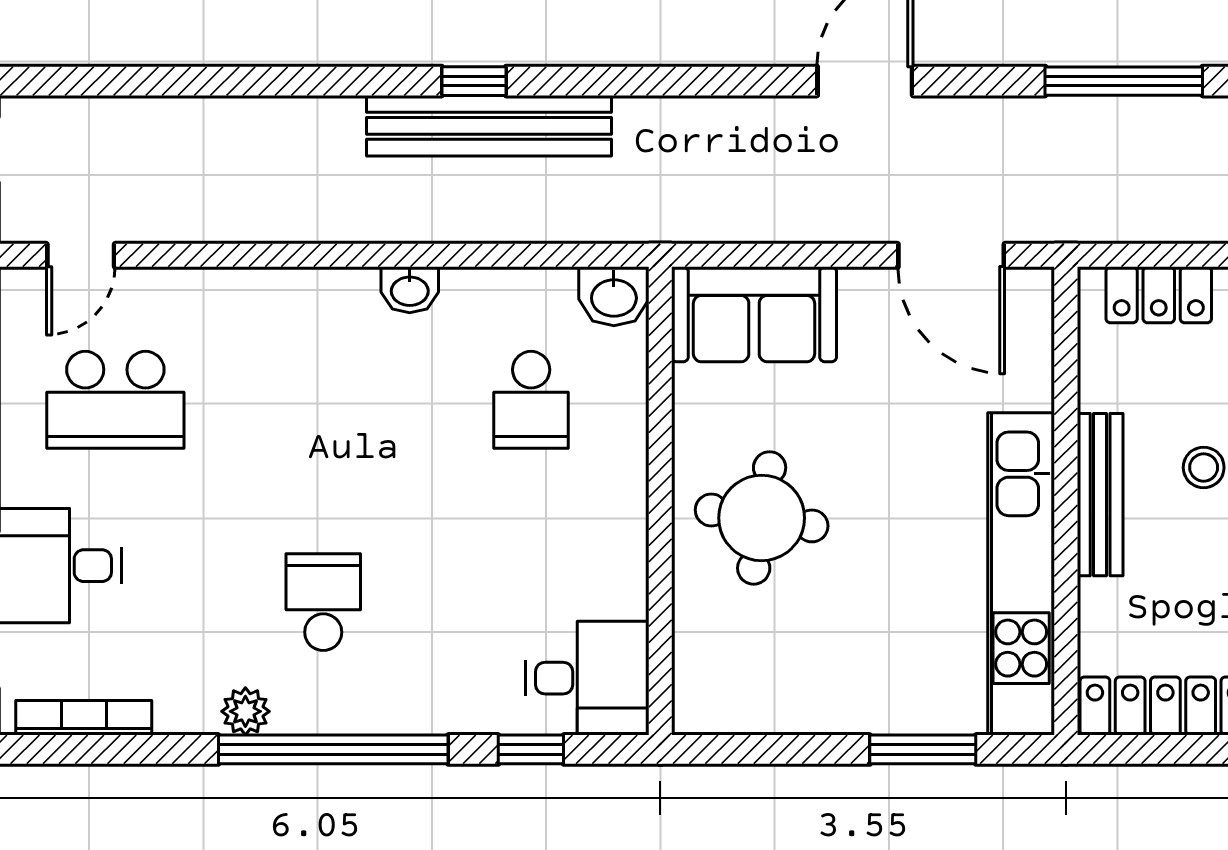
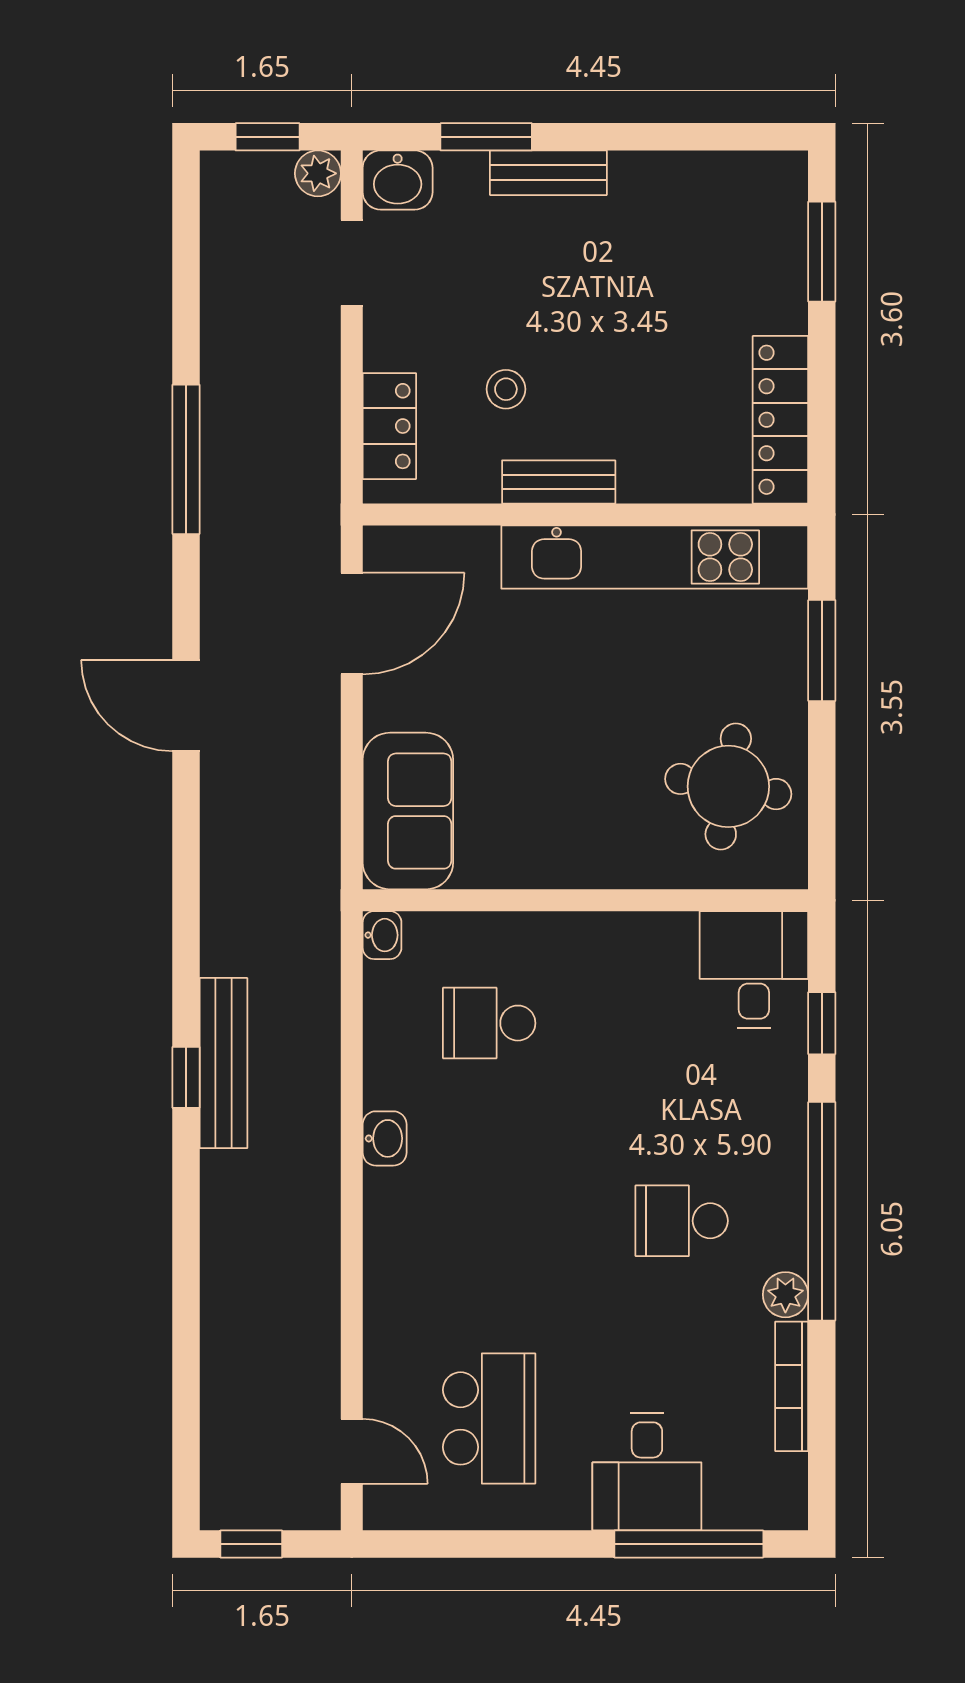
bench: (489, 126) -> (223, 1063), width x0.73, depth x0.82
washbasin: (614, 296) -> (382, 935), width x0.72, depth x0.69
school desk: (531, 400) -> (489, 1023), turned 180
stool: (1204, 467) -> (506, 389), moved
bench: (1100, 495) -> (559, 482), width x0.73
round table: (762, 518) -> (728, 786), moved
bookcase: (84, 718) -> (792, 1386), moved

